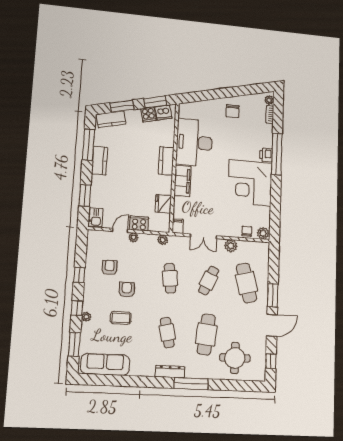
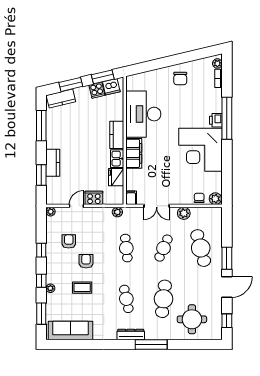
kitchen counter: (100, 161) -> (53, 163), moved
kitchen sink: (95, 217) -> (117, 159), moved, turned 180
plant: (133, 237) -> (51, 212), moved

